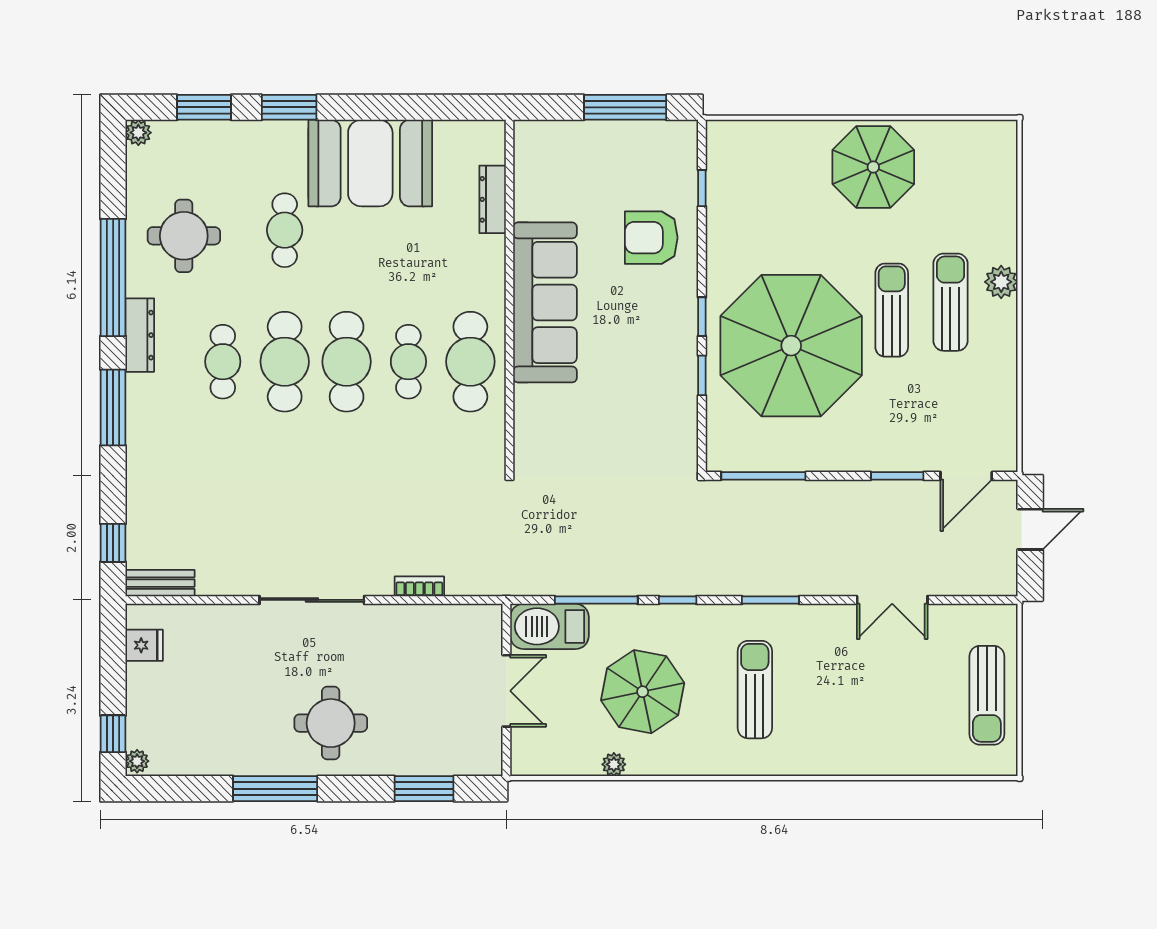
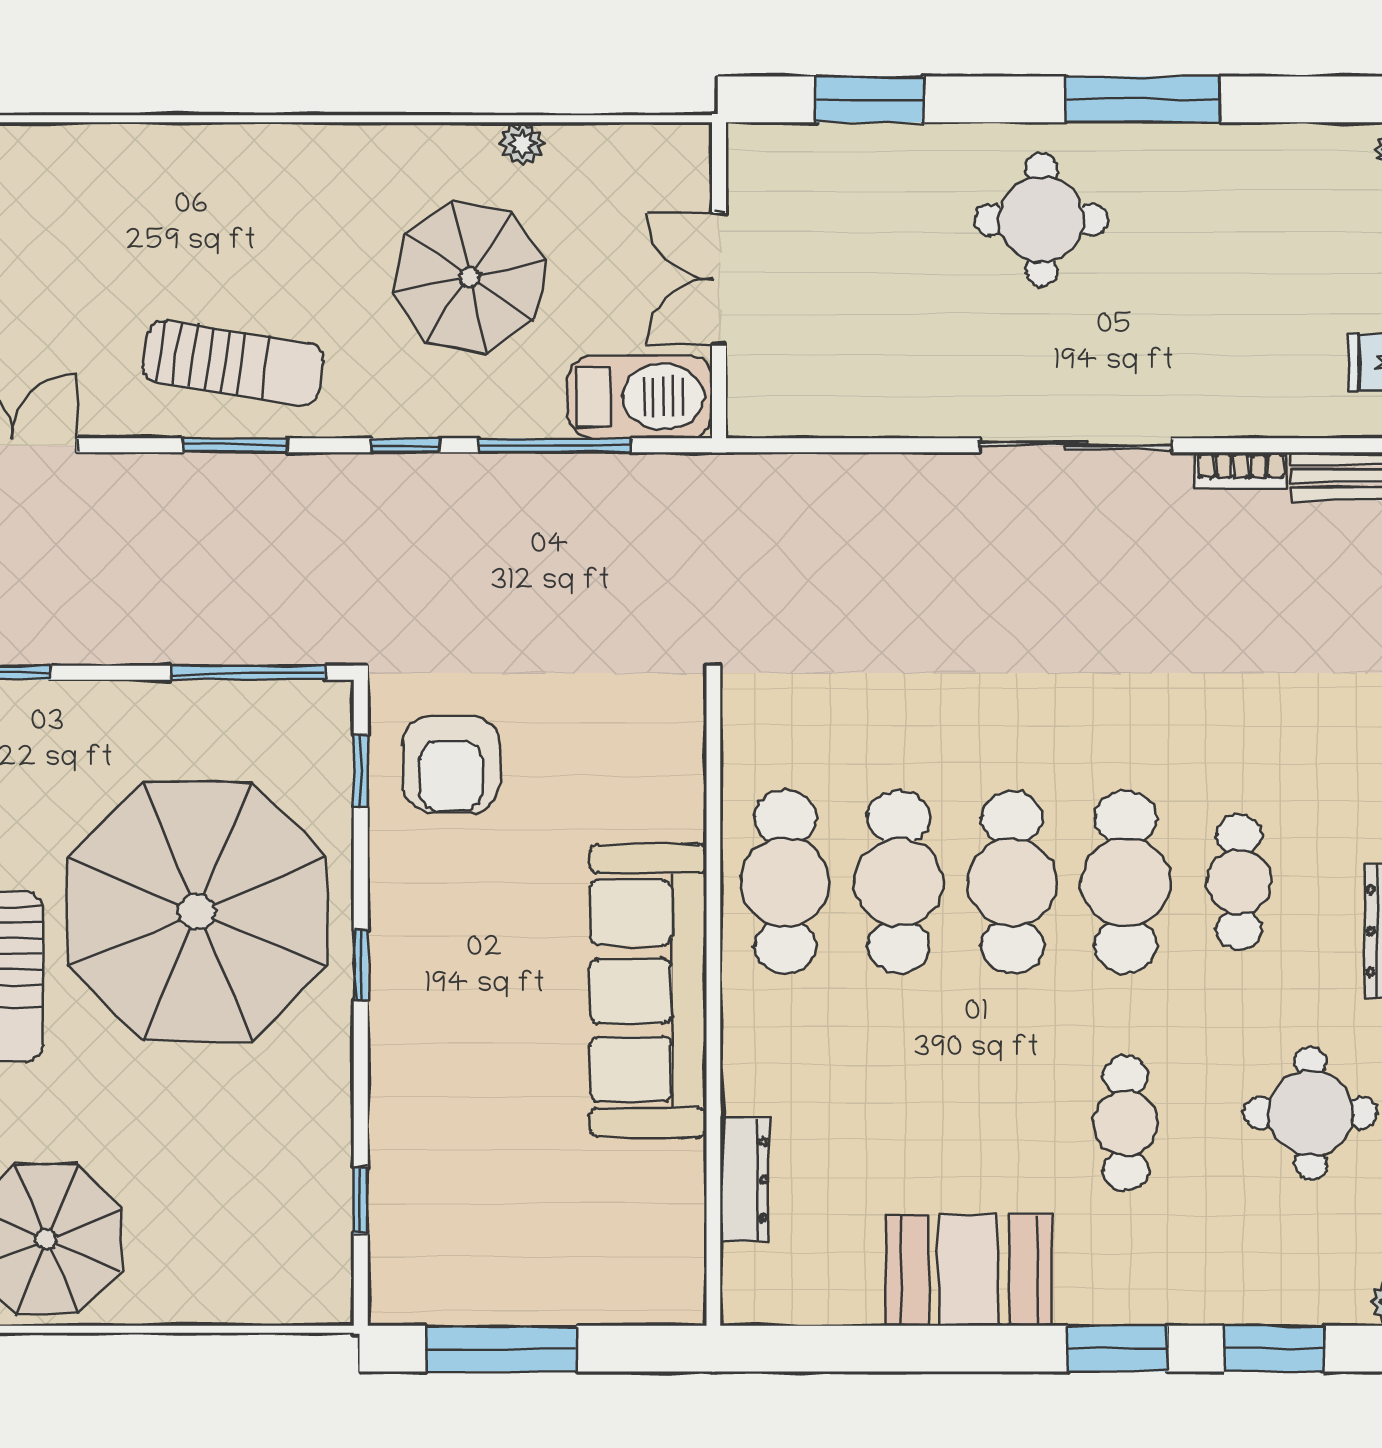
booth: (370, 163) -> (969, 1270), width x0.73, depth x0.70
armchair: (651, 238) -> (451, 764), moved, turned 90
cafe table: (408, 362) -> (899, 882), width x1.37, depth x1.35
window: (702, 375) -> (361, 771), moved
bookcase: (419, 586) -> (1241, 470), moved
sun lounger: (755, 690) -> (233, 363), moved, turned -81

